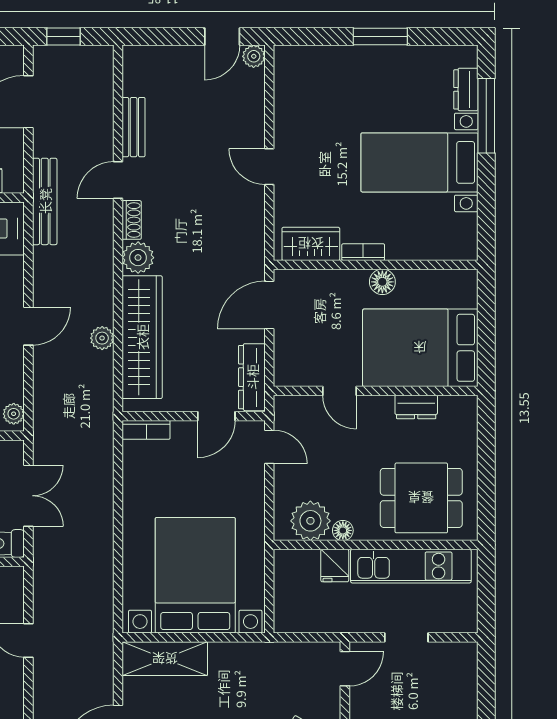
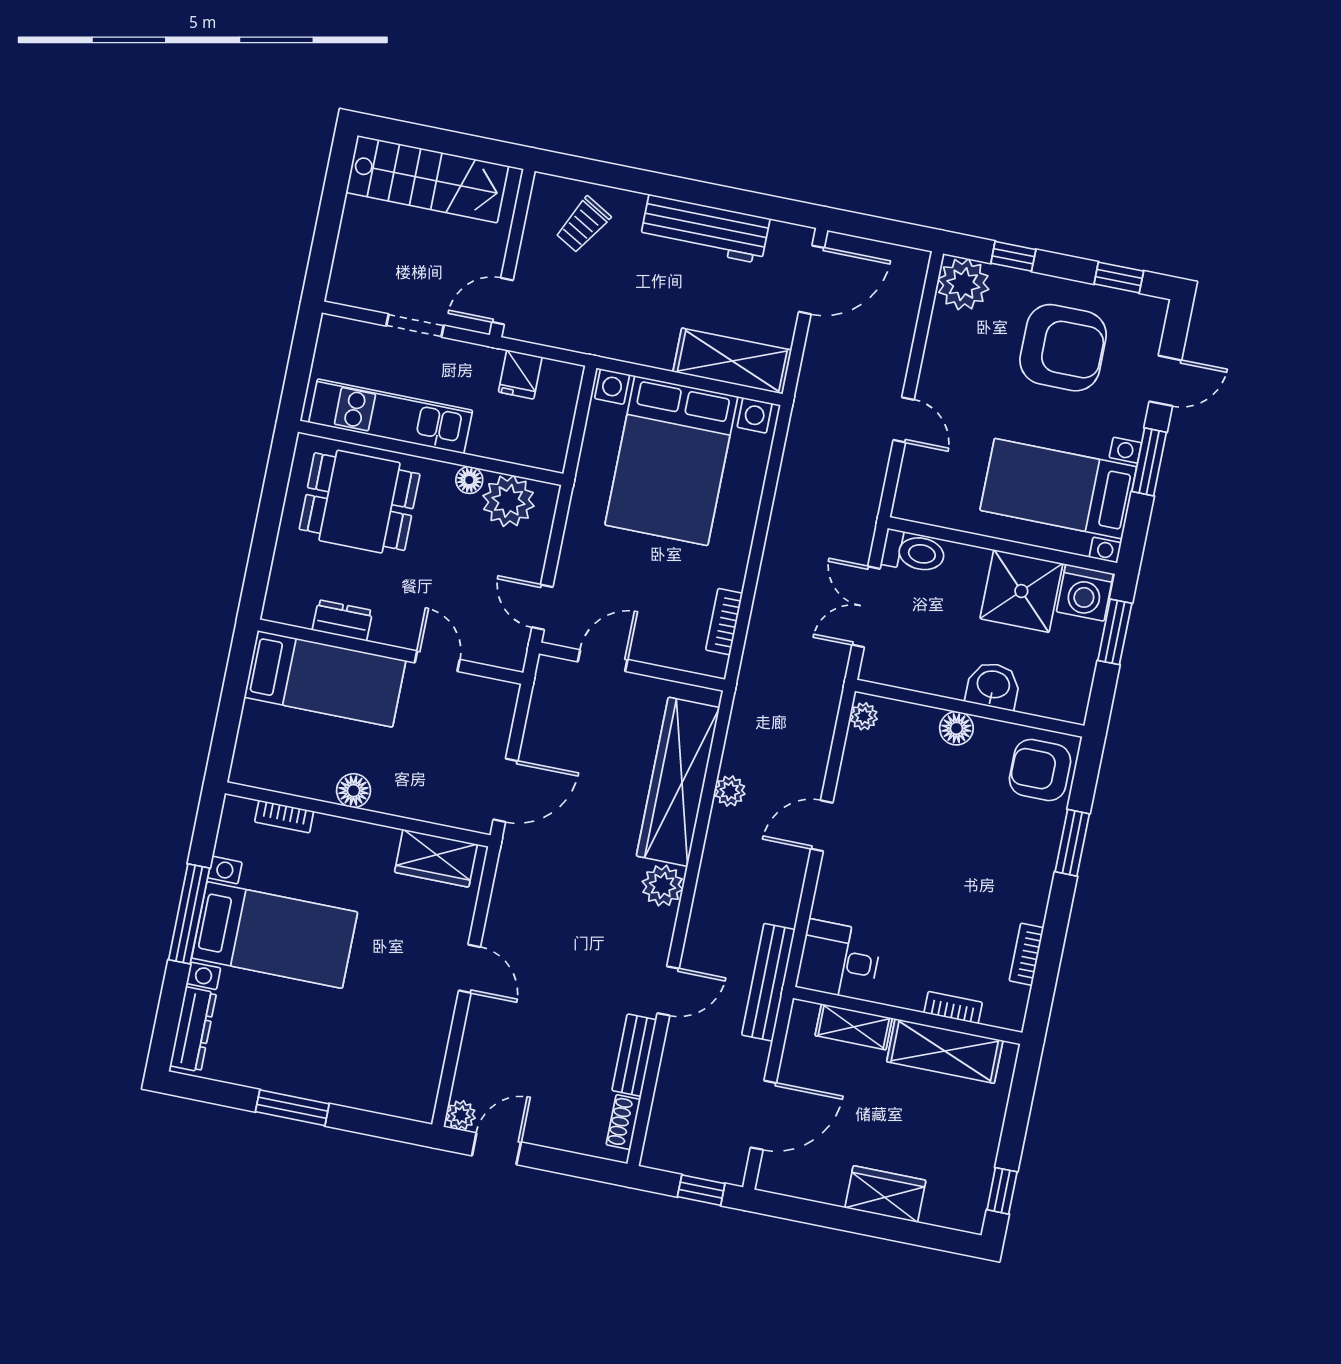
dresser: (466, 89) -> (193, 1029), width x1.44
window: (486, 116) -> (189, 914), moved
shoe rack: (132, 220) -> (623, 1122), moved
bookcase: (363, 252) -> (284, 817), moved
bed: (420, 348) -> (325, 679), width x0.67
dresser: (252, 377) -> (547, 702), removed
bookcase: (146, 430) -> (724, 622), moved, turned -90
fridge: (335, 566) -> (520, 374), moved, turned 180

